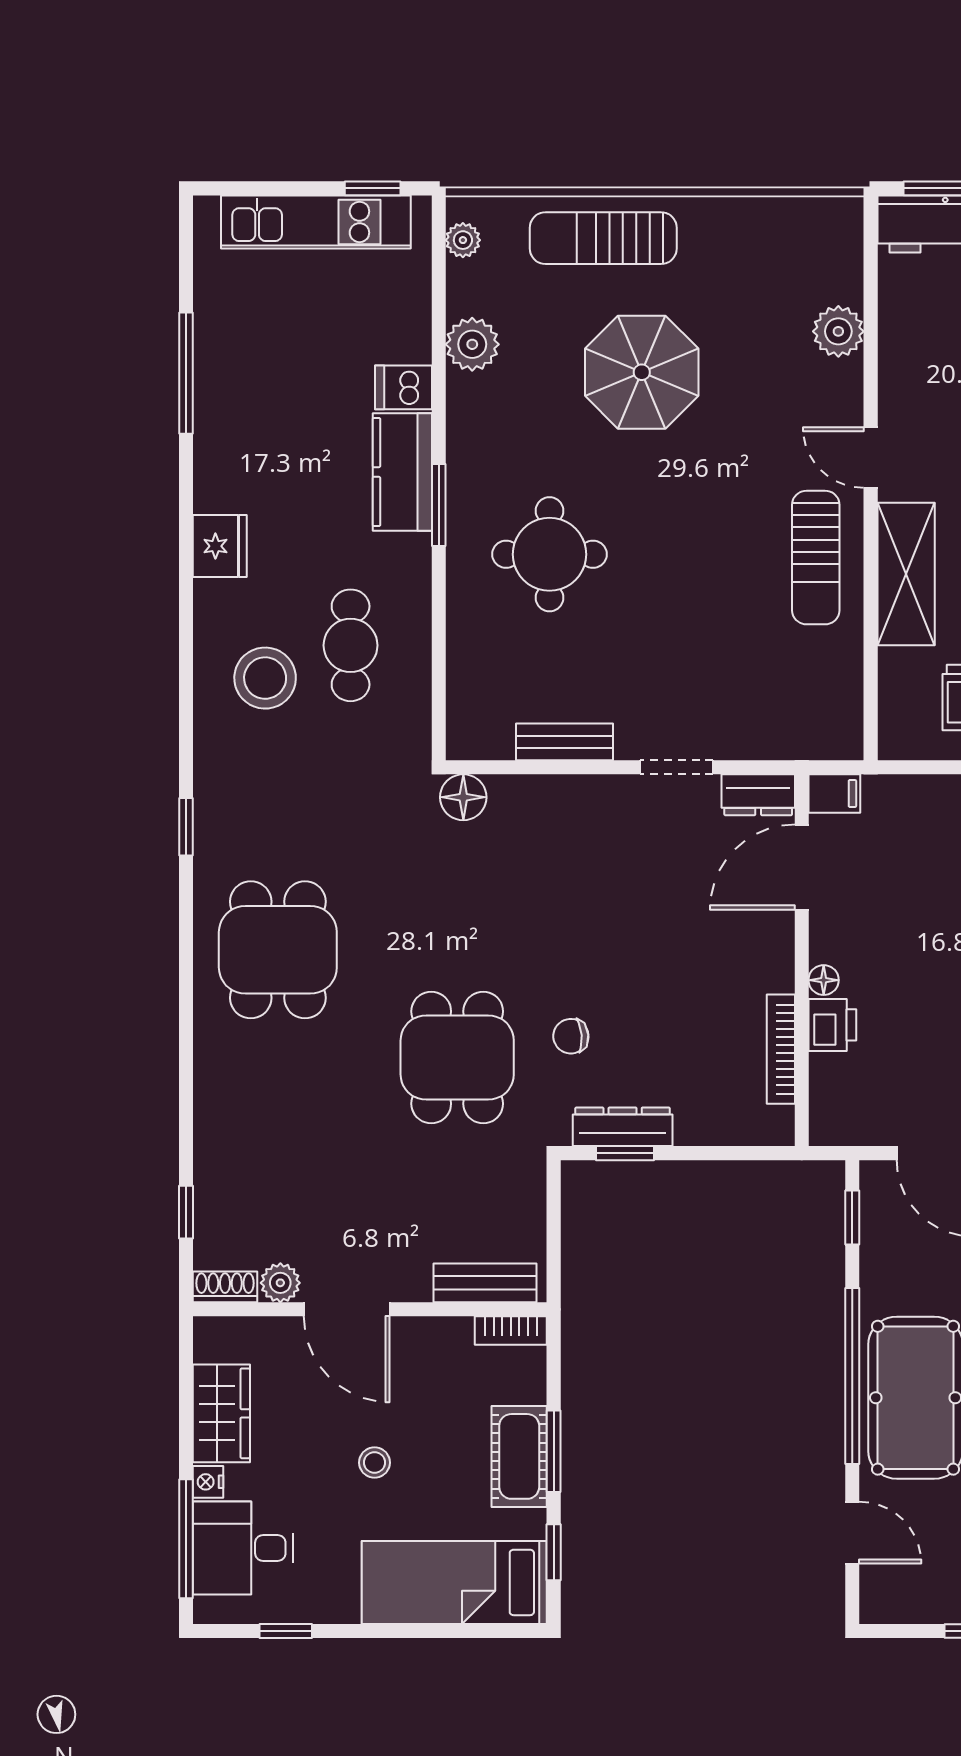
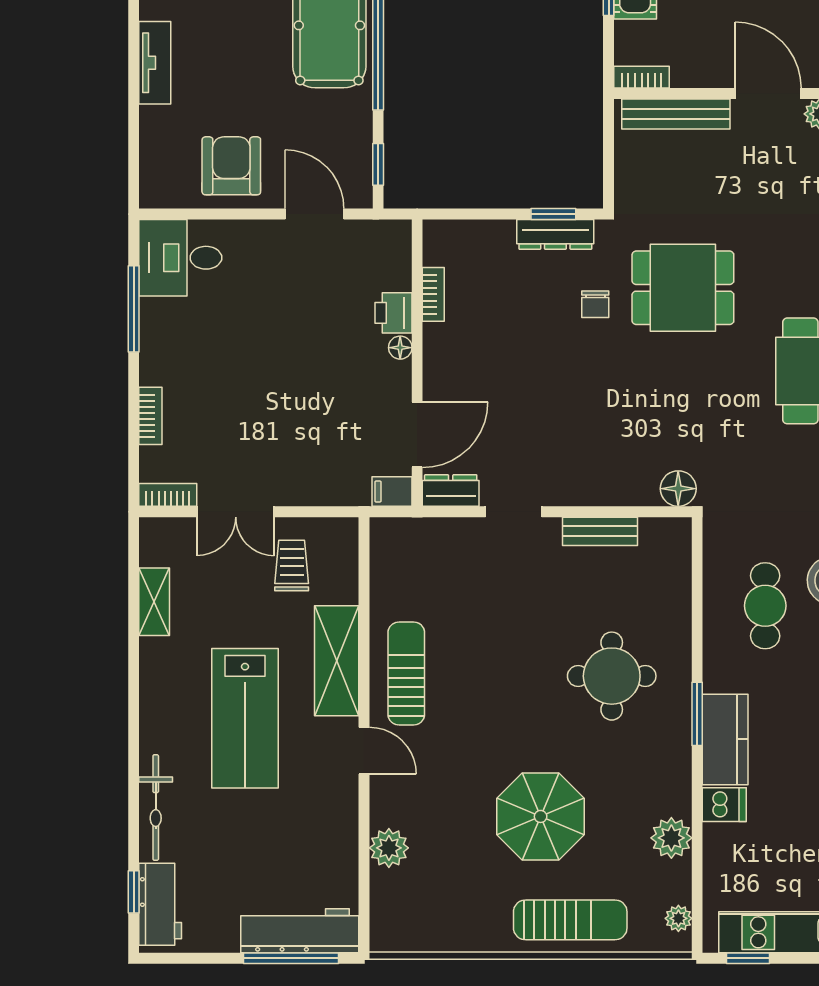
chair: (571, 1036) -> (595, 304), turned 95
bookcase: (781, 1049) -> (433, 294), width x0.64
dining table: (457, 1058) -> (683, 288), turned 90
bench: (485, 1283) -> (676, 114), width x1.36

